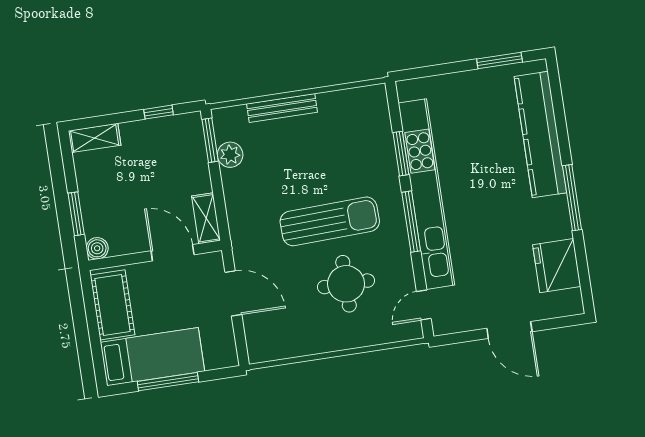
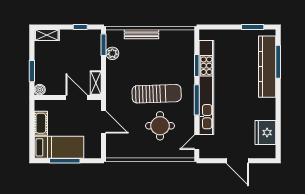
window: (572, 198) -> (278, 62), moved
cot: (113, 305) -> (41, 123), width x0.73, depth x0.75

